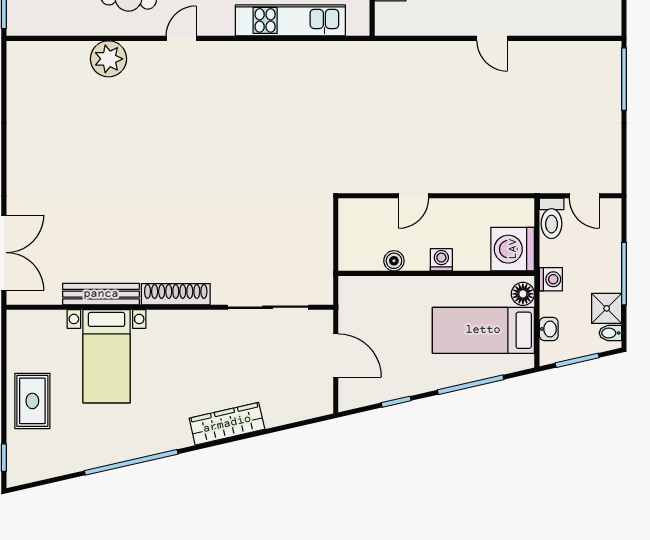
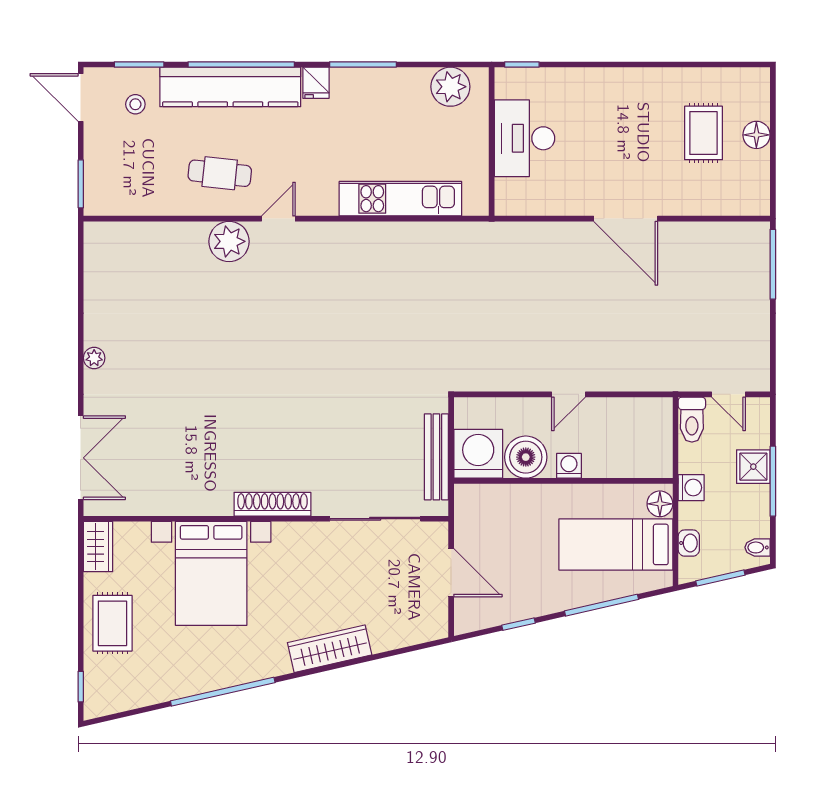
door: (492, 38) -> (626, 219), width x1.87
plant: (108, 59) -> (229, 241), moved
plant: (16, 163) -> (94, 358), added
door: (413, 196) -> (568, 394), moved
washing machine: (513, 249) -> (478, 454), moved, turned 90
boiler: (394, 261) -> (526, 457), width x1.86, depth x1.86
bench: (101, 294) -> (436, 457), moved, turned 90
shower: (607, 308) -> (753, 467), moved
wardrobe: (19, 332) -> (98, 547), added
bed with nightstands: (107, 356) -> (211, 573), width x1.36

